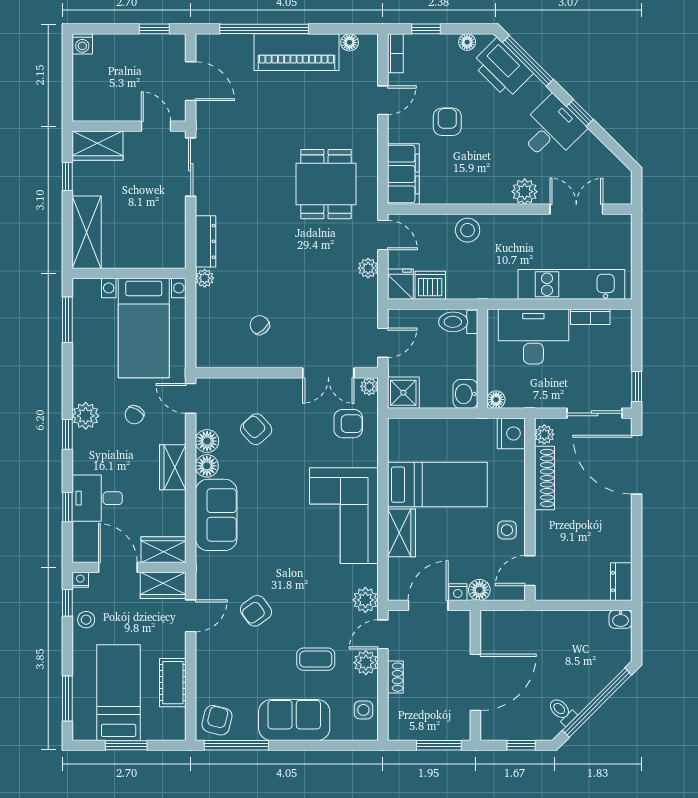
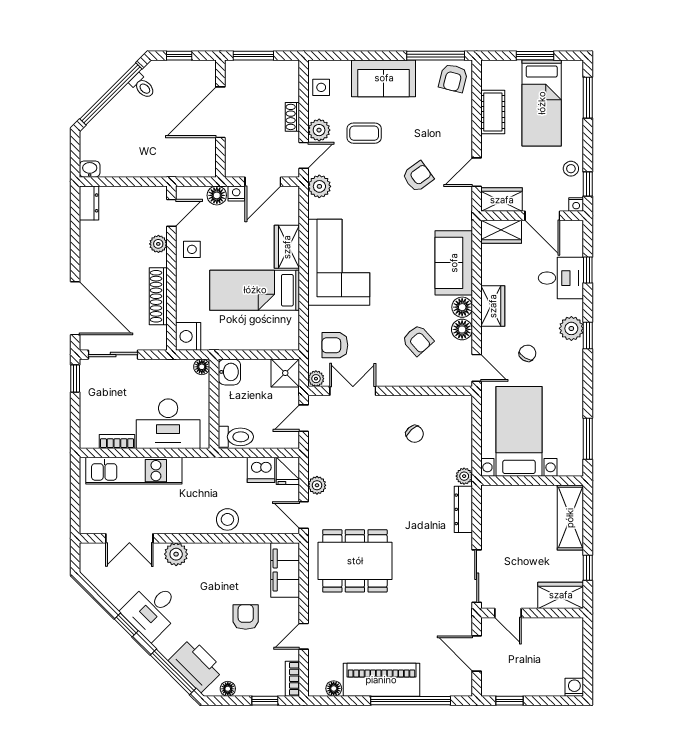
armchair: (447, 122) -> (246, 617), turned 180
dining table: (326, 184) -> (355, 561), width x1.38
plant: (86, 416) -> (571, 328), moved
plant: (544, 434) -> (158, 244), moved

